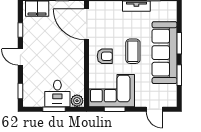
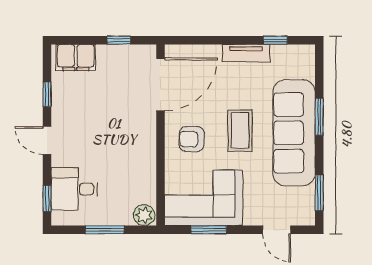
door: (87, 24) -> (161, 84), swing flipped
armchair: (105, 56) -> (192, 139), turned 180
window: (179, 75) -> (319, 193), moved
desk: (57, 93) -> (74, 189), moved, turned 90

